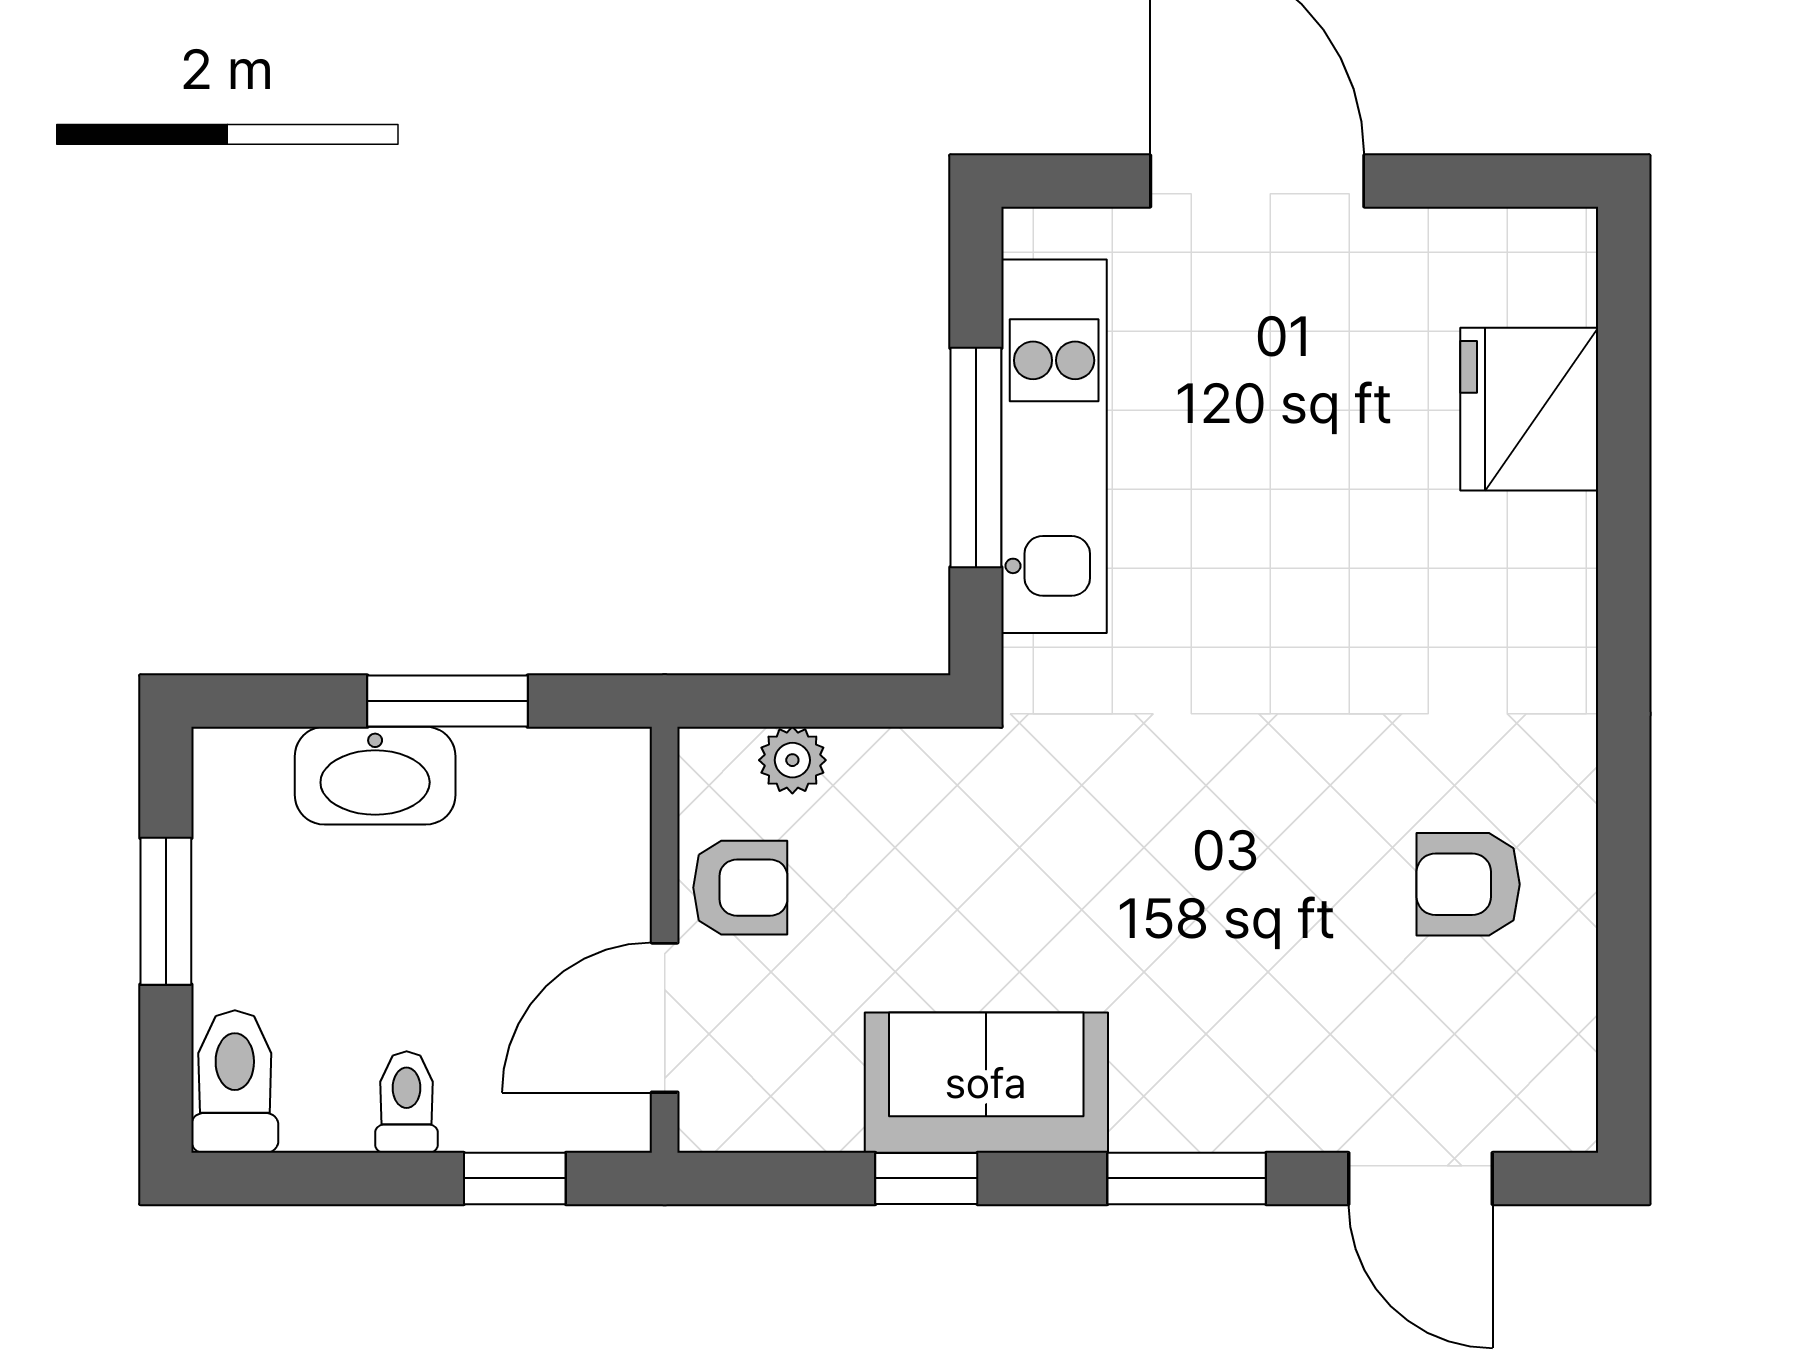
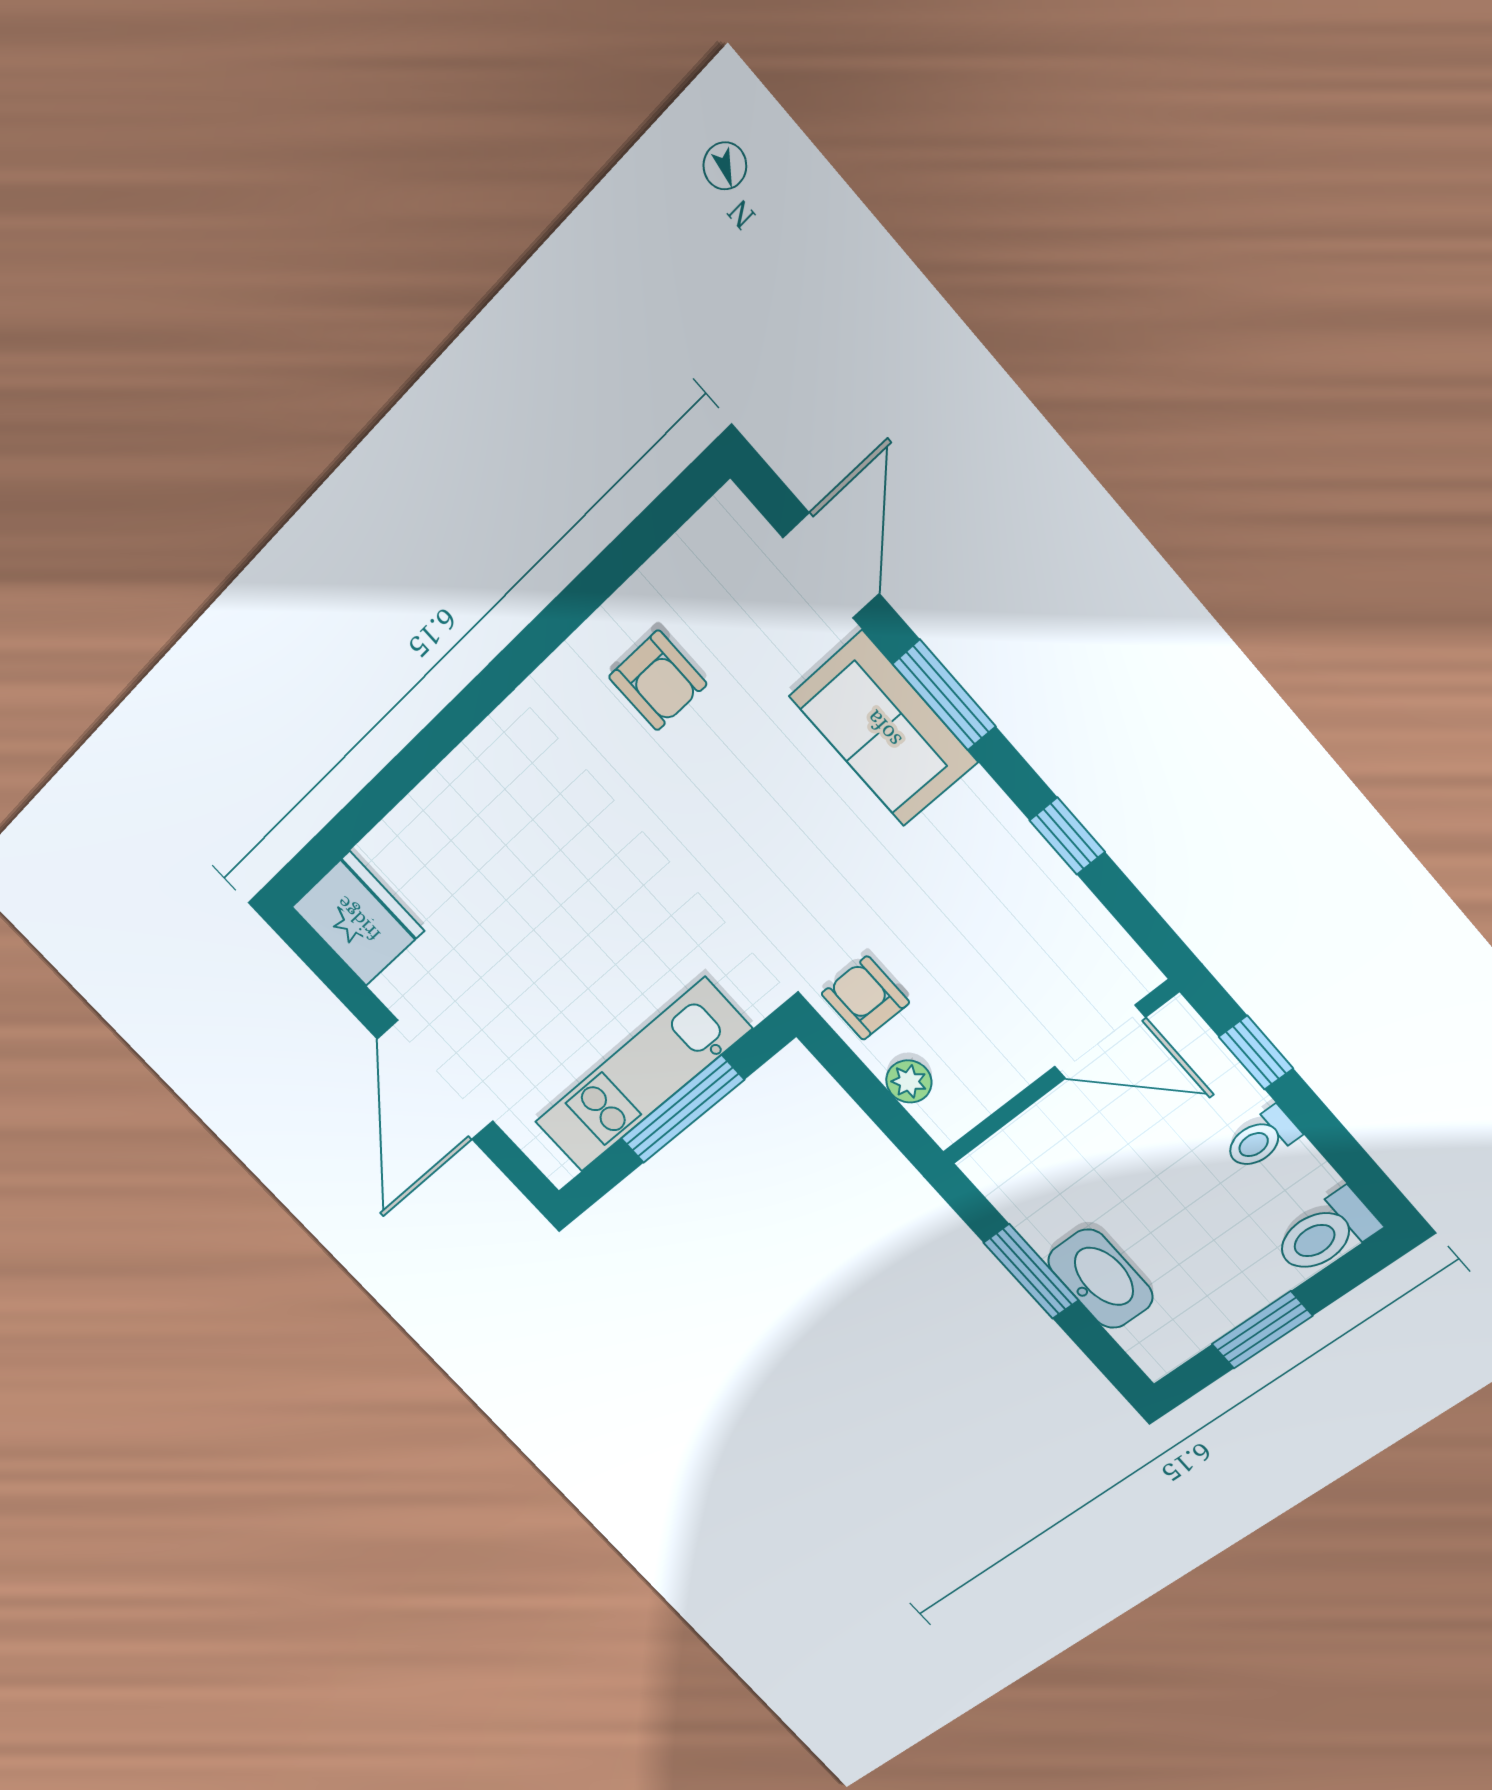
fridge: (1529, 409) -> (358, 919), moved, turned -90
armchair: (740, 888) -> (865, 998), moved
sofa: (986, 1083) -> (883, 729), moved

